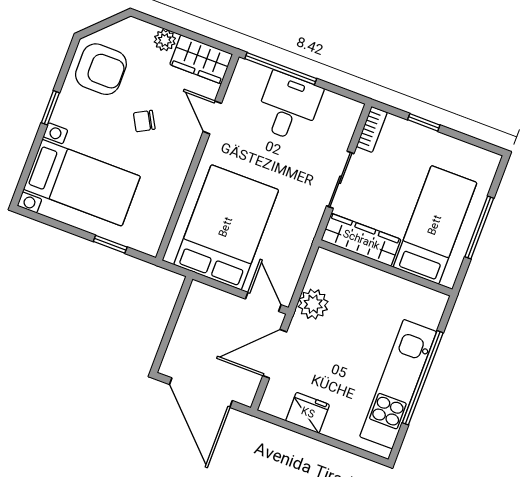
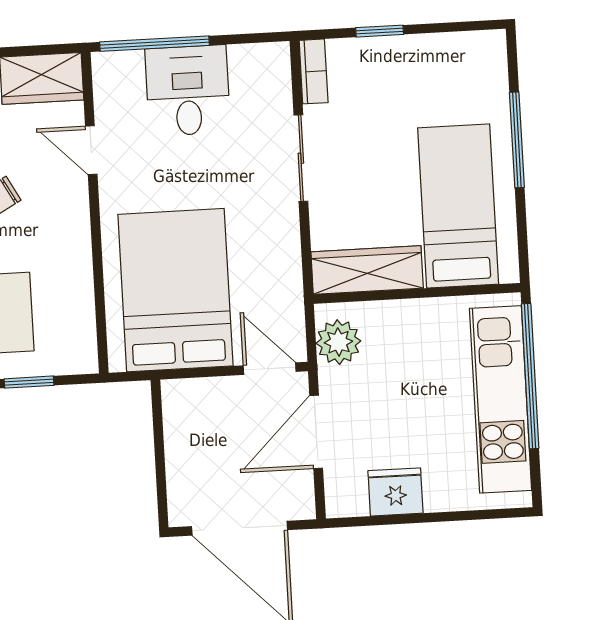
bed: (435, 225) -> (458, 206), moved
wardrobe: (361, 240) -> (367, 270), moved
wall: (386, 268) -> (417, 293), moved

